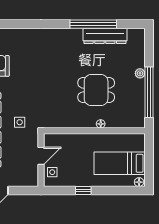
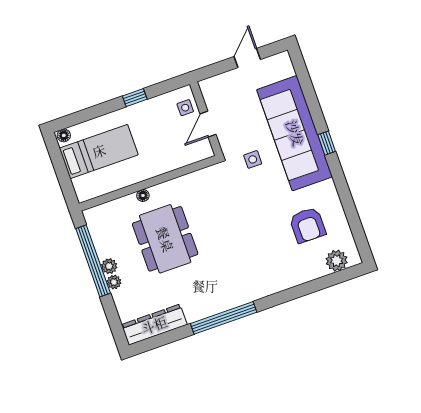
window: (93, 24) -> (224, 318), moved
dresser: (105, 36) -> (154, 325), moved
plant: (139, 85) -> (109, 266), added
dining table: (96, 90) -> (165, 239), width x1.38

